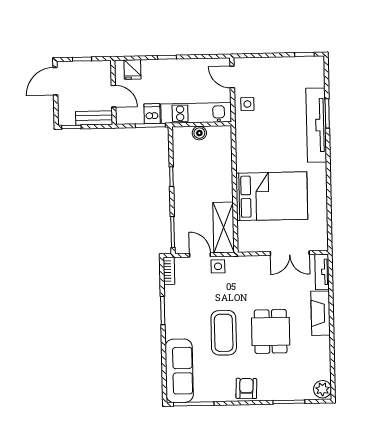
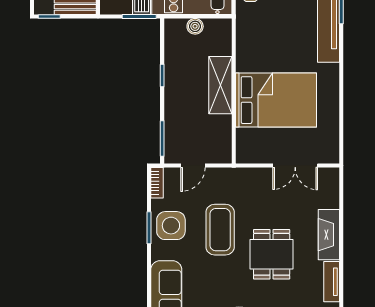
shelving: (224, 227) -> (220, 85), moved
door: (200, 255) -> (193, 165), swing flipped
side table: (218, 266) -> (171, 226), moved, width x1.87, depth x1.87
tv unit: (322, 272) -> (332, 282), moved
coffee table: (224, 333) -> (220, 230), moved

